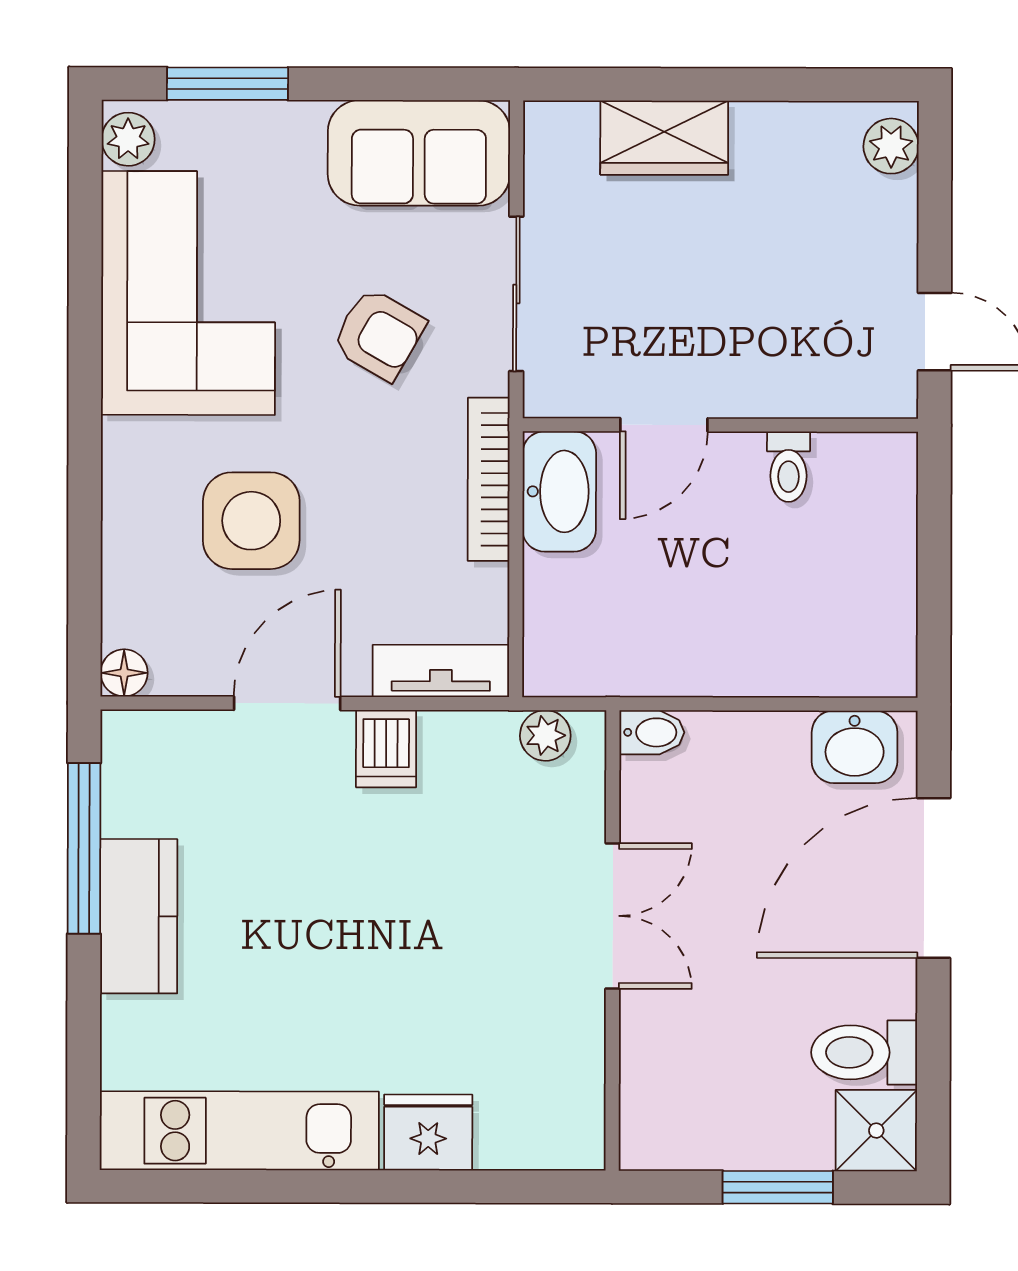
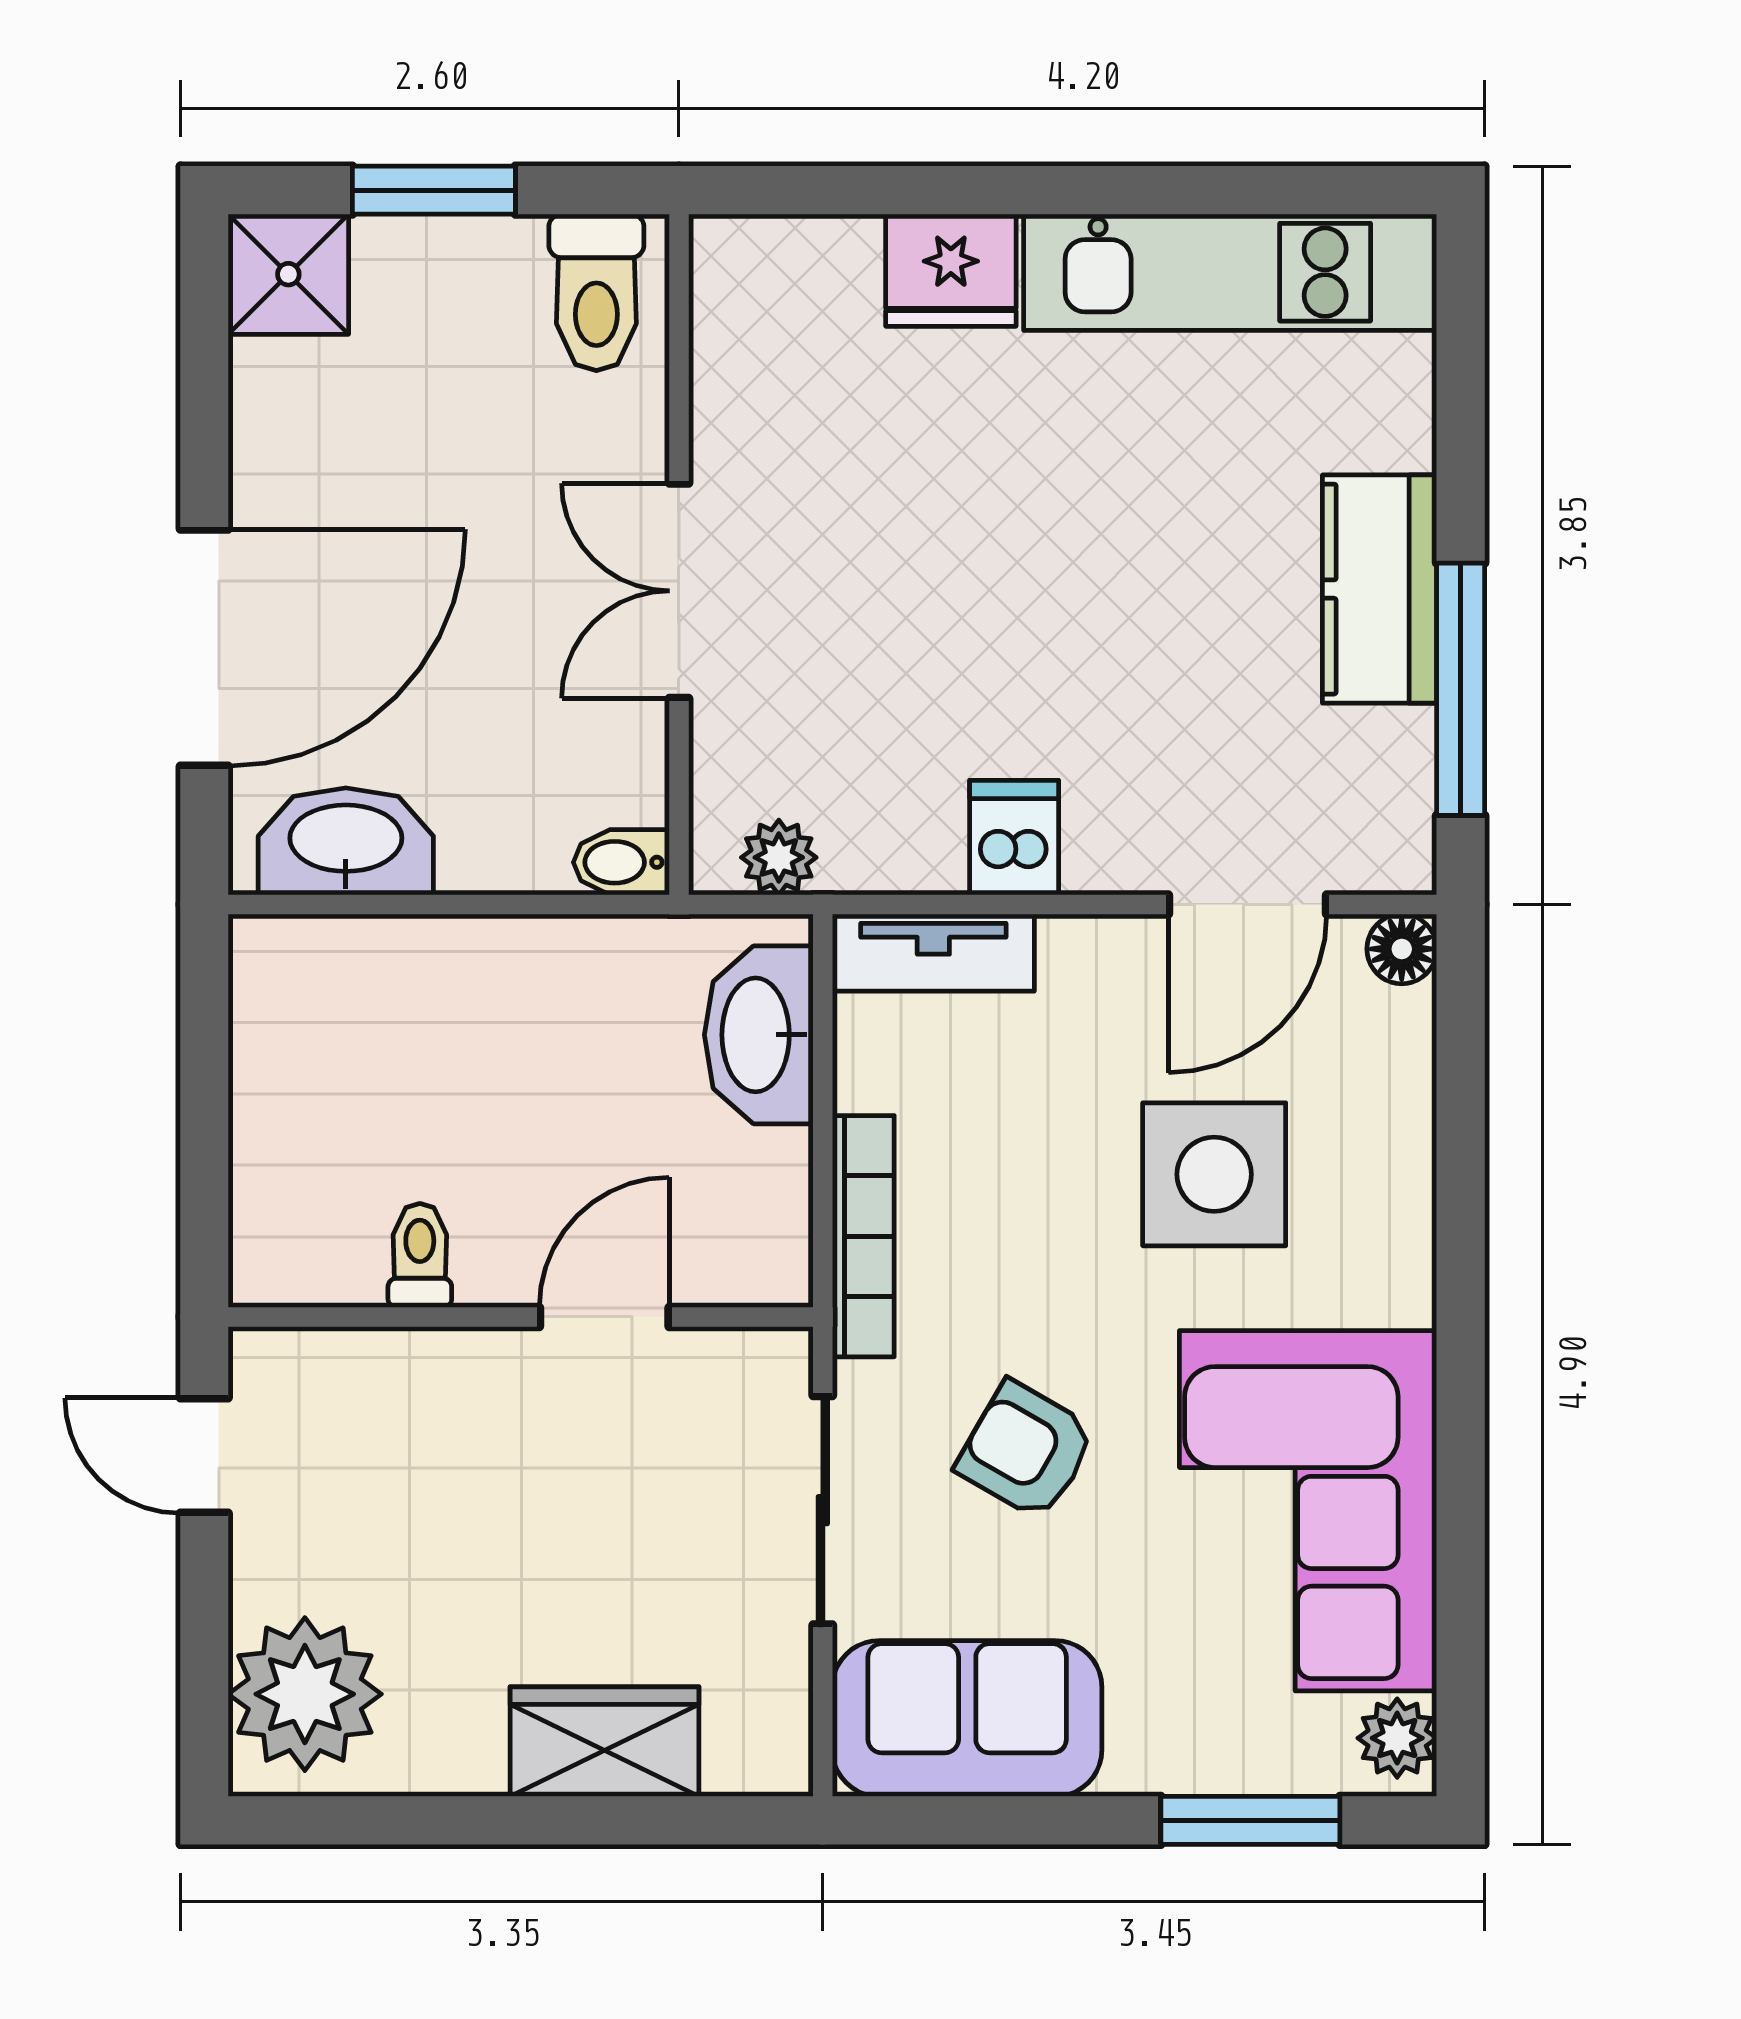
plant: (891, 146) -> (305, 1694), width x1.88, depth x1.88
washbasin: (559, 491) -> (759, 1035), moved
door: (287, 703) -> (1248, 905), moved
washbasin: (855, 747) -> (346, 841), width x1.38
toilet: (864, 1052) -> (596, 292), moved, turned 90

